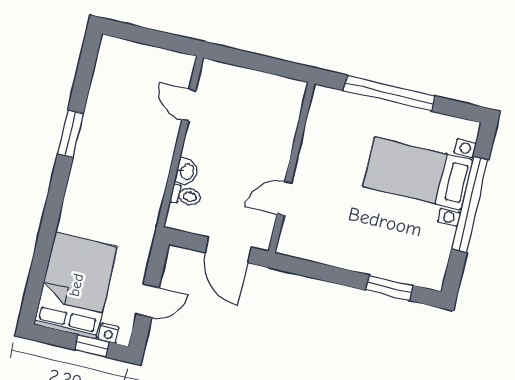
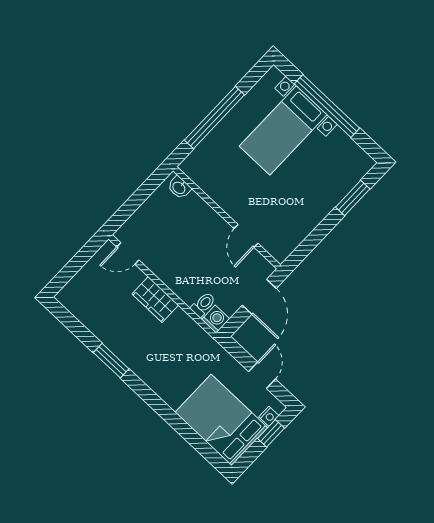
door: (189, 105) -> (128, 254), moved
wardrobe: (162, 142) -> (155, 300), added
washbasin: (187, 172) -> (179, 188), moved, turned 180
washing machine: (178, 218) -> (216, 319), added
door: (228, 250) -> (259, 297), hinge flipped

